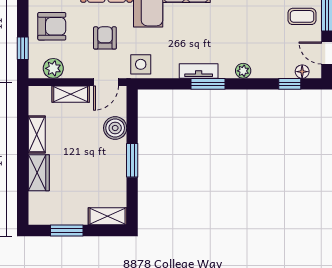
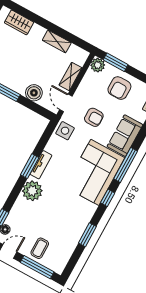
window: (23, 48) -> (116, 62), width x1.50
plant: (53, 68) -> (98, 65), moved
plant: (243, 71) -> (32, 191), width x1.88, depth x1.88
wardrobe: (39, 173) -> (19, 22), moved

